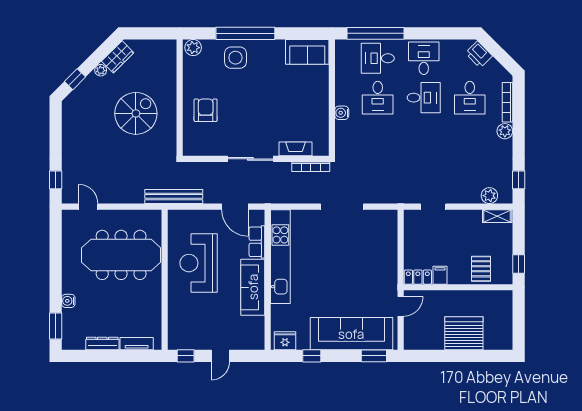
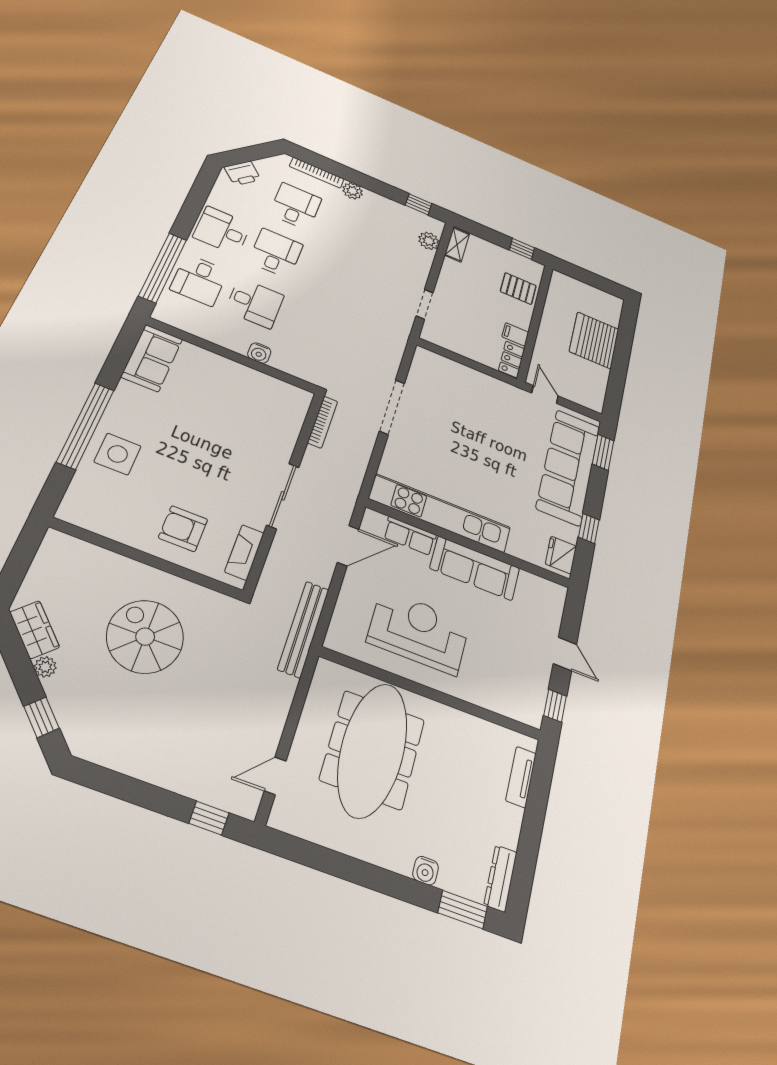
plant: (193, 48) -> (73, 507), removed
desk: (470, 98) -> (295, 206), turned -90
fireplace: (295, 149) -> (244, 552), moved
reception desk: (199, 263) -> (419, 632), turned 180
dresser: (102, 343) -> (500, 878), moved

